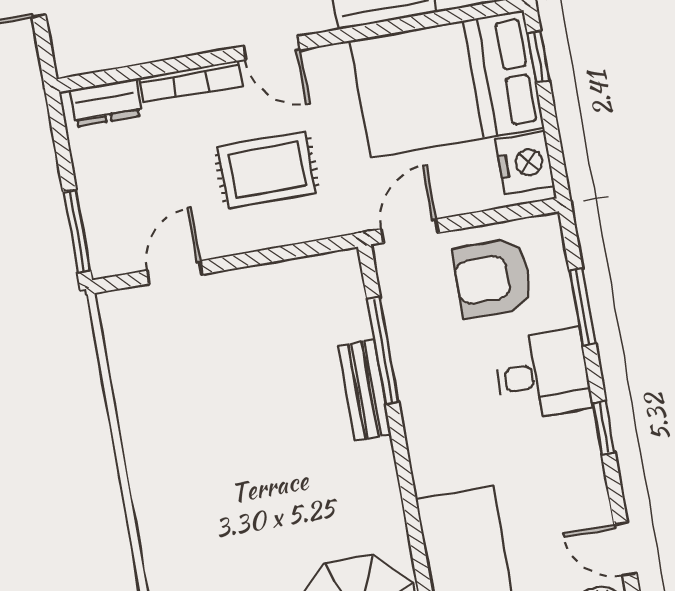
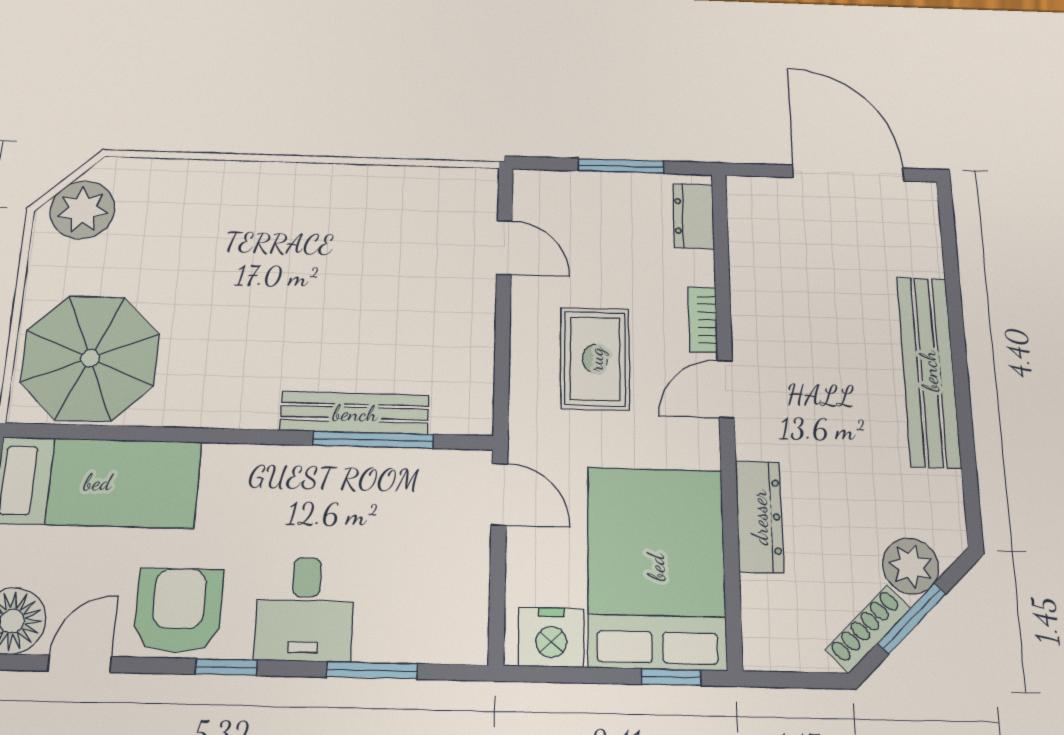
bookcase: (191, 82) -> (703, 320), width x0.64
window: (77, 231) -> (621, 166), moved
armchair: (492, 278) -> (178, 610), moved
bench: (365, 390) -> (355, 413), width x1.36

